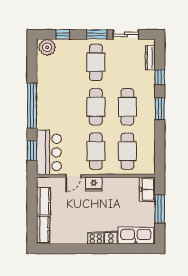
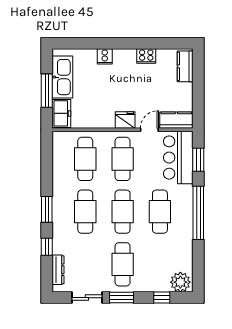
cafe table: (64, 107) -> (160, 212), added
kitchen counter: (44, 201) -> (176, 120), moved, turned 90
kitchen sink: (136, 236) -> (62, 77), moved, turned -90
cooker: (96, 238) -> (146, 56), moved

